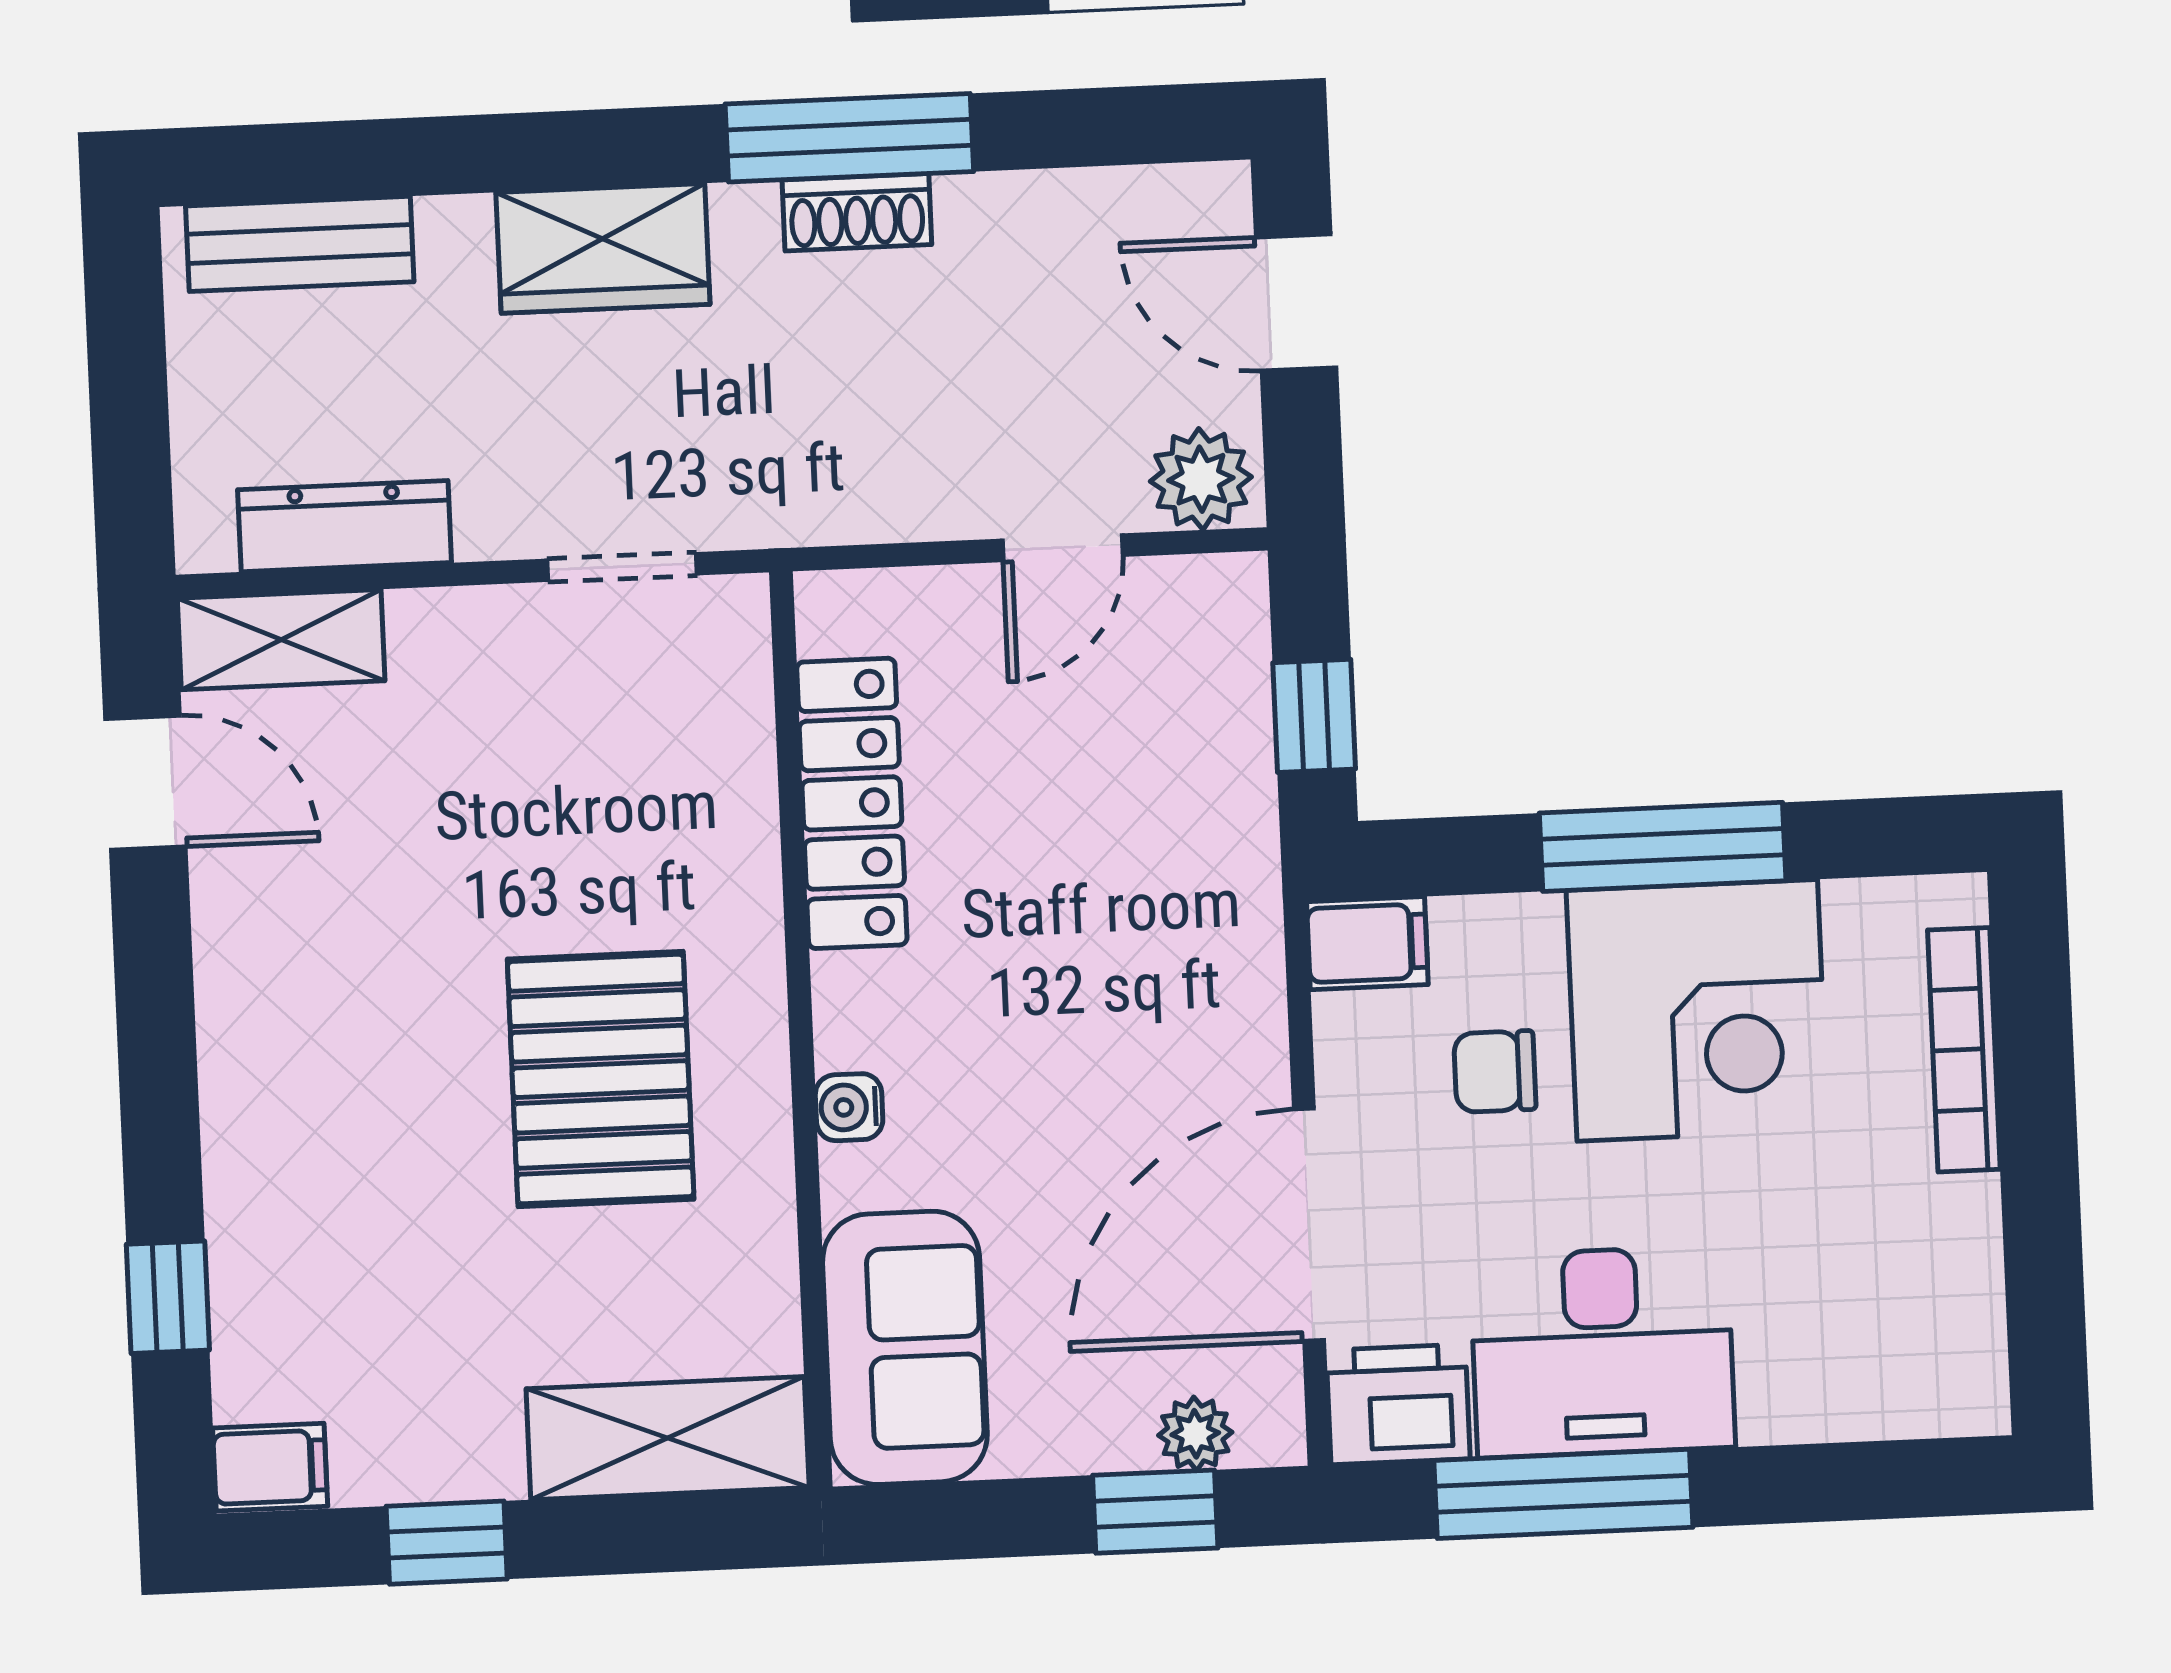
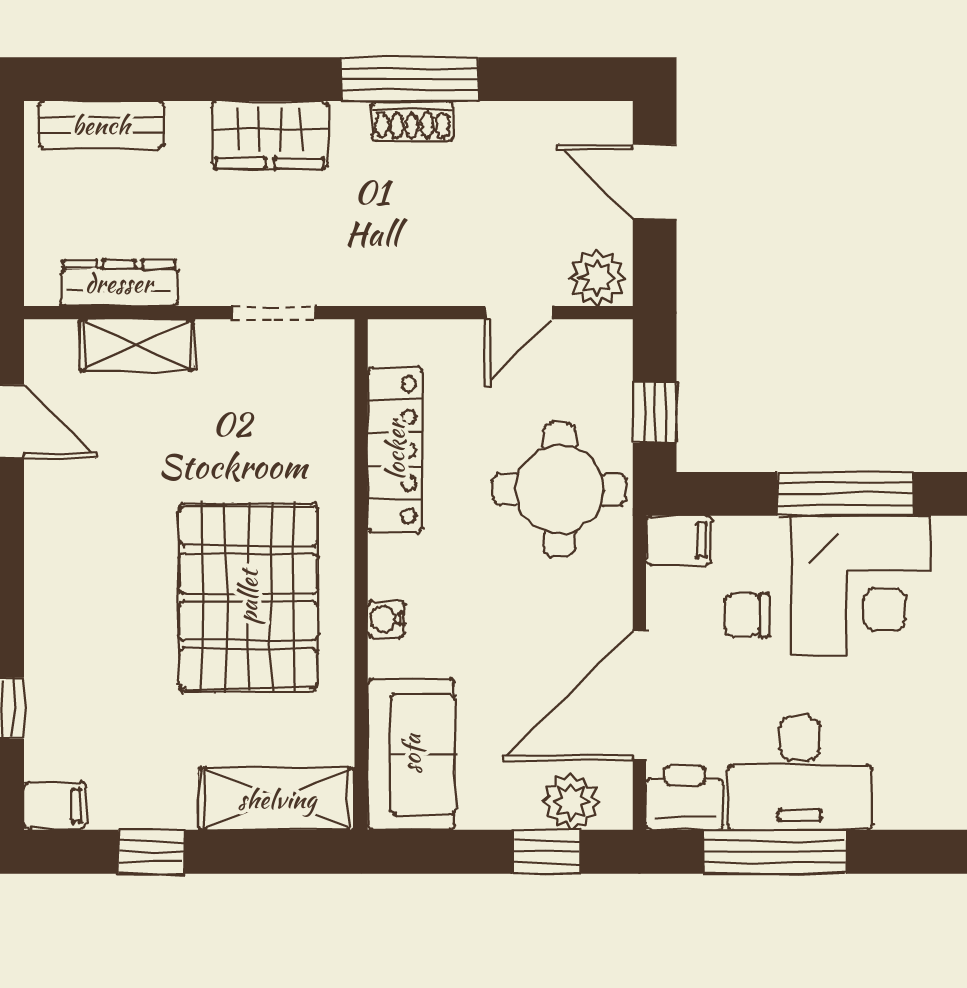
shelving: (281, 640) -> (137, 345), moved
round table: (1150, 861) -> (560, 489), added
pallet: (601, 1079) -> (248, 597), width x1.37, depth x1.41
plant: (1195, 1434) -> (571, 802), width x1.38, depth x1.38

